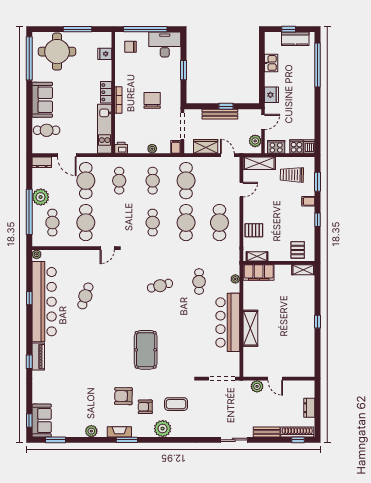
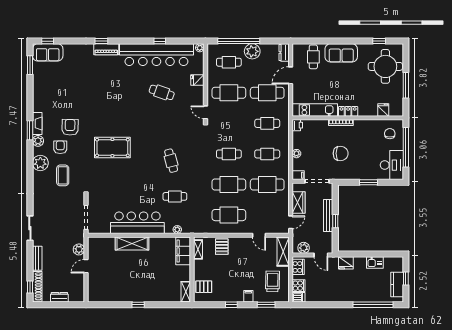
window: (29, 58) -> (379, 41), width x0.32
fridge: (72, 257) -> (197, 80), added
plant: (91, 431) -> (38, 141), moved

